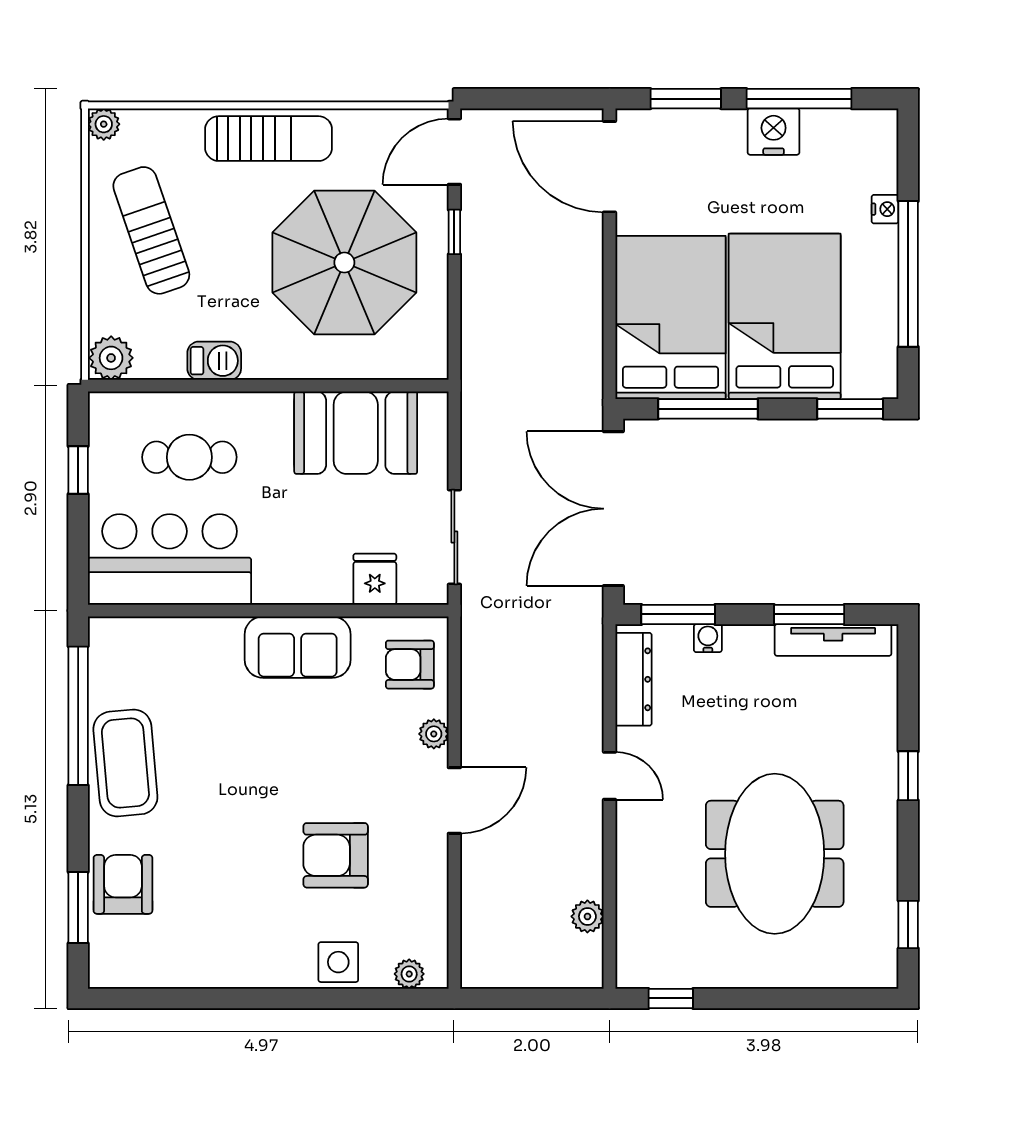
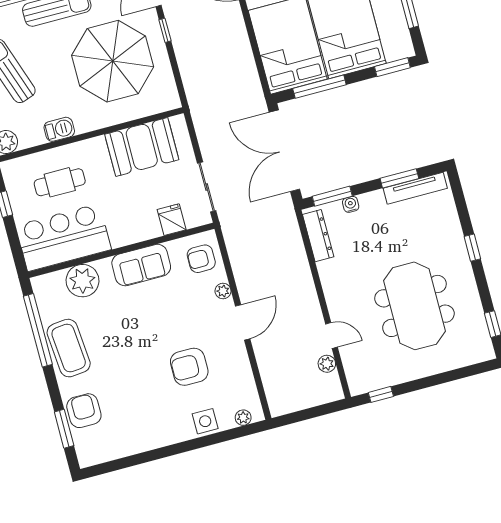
plant: (183, 647) -> (82, 281), added
door: (610, 776) -> (332, 336), moved

